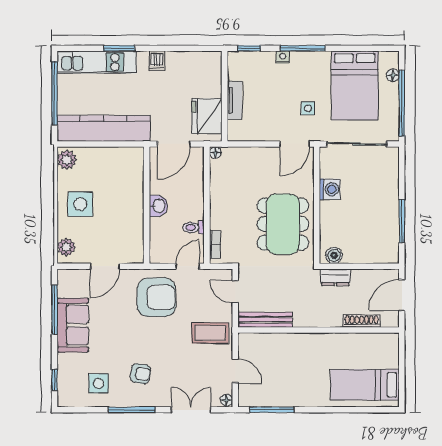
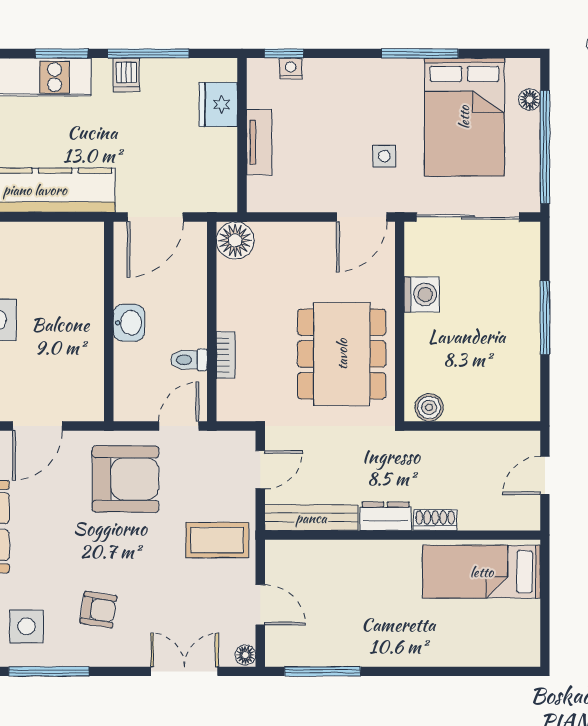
window: (170, 48) -> (148, 53), added
window: (303, 48) -> (420, 53), moved
nightstand: (283, 57) -> (291, 69), moved
fridge: (207, 116) -> (218, 105), moved, width x0.73, depth x0.75
floor lamp: (215, 152) -> (235, 240), width x1.89, depth x1.89
window: (402, 221) -> (545, 318), moved
bookcase: (215, 244) -> (226, 355), moved
dresser: (335, 277) -> (386, 516), moved, turned 180
door: (235, 292) -> (260, 470), swing flipped
door: (402, 295) -> (545, 475), width x0.73
shoe rack: (362, 321) -> (435, 520), moved, width x0.70
bed: (365, 385) -> (482, 572), moved
window: (132, 410) -> (49, 671), moved

